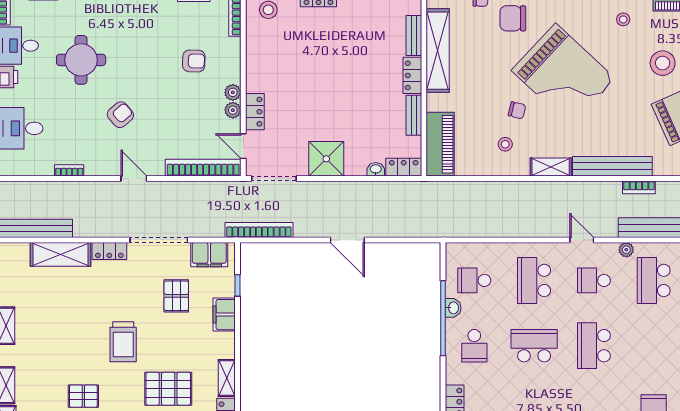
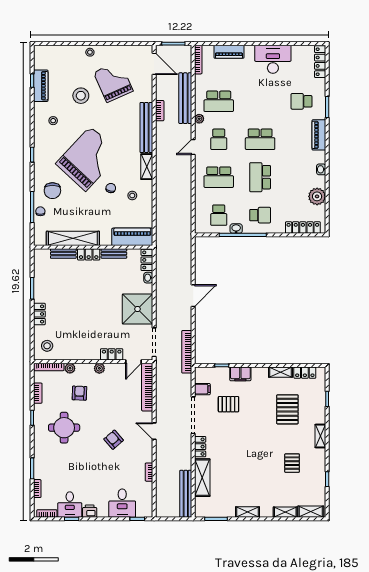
round table: (81, 60) -> (64, 428), moved
plant: (233, 110) -> (70, 368), moved
shower: (326, 159) -> (137, 309), width x1.37, depth x1.37
door: (134, 179) -> (154, 431), hinge flipped
filing cabinet: (209, 255) -> (202, 389), width x0.50
trolley: (123, 342) -> (258, 438), removed

